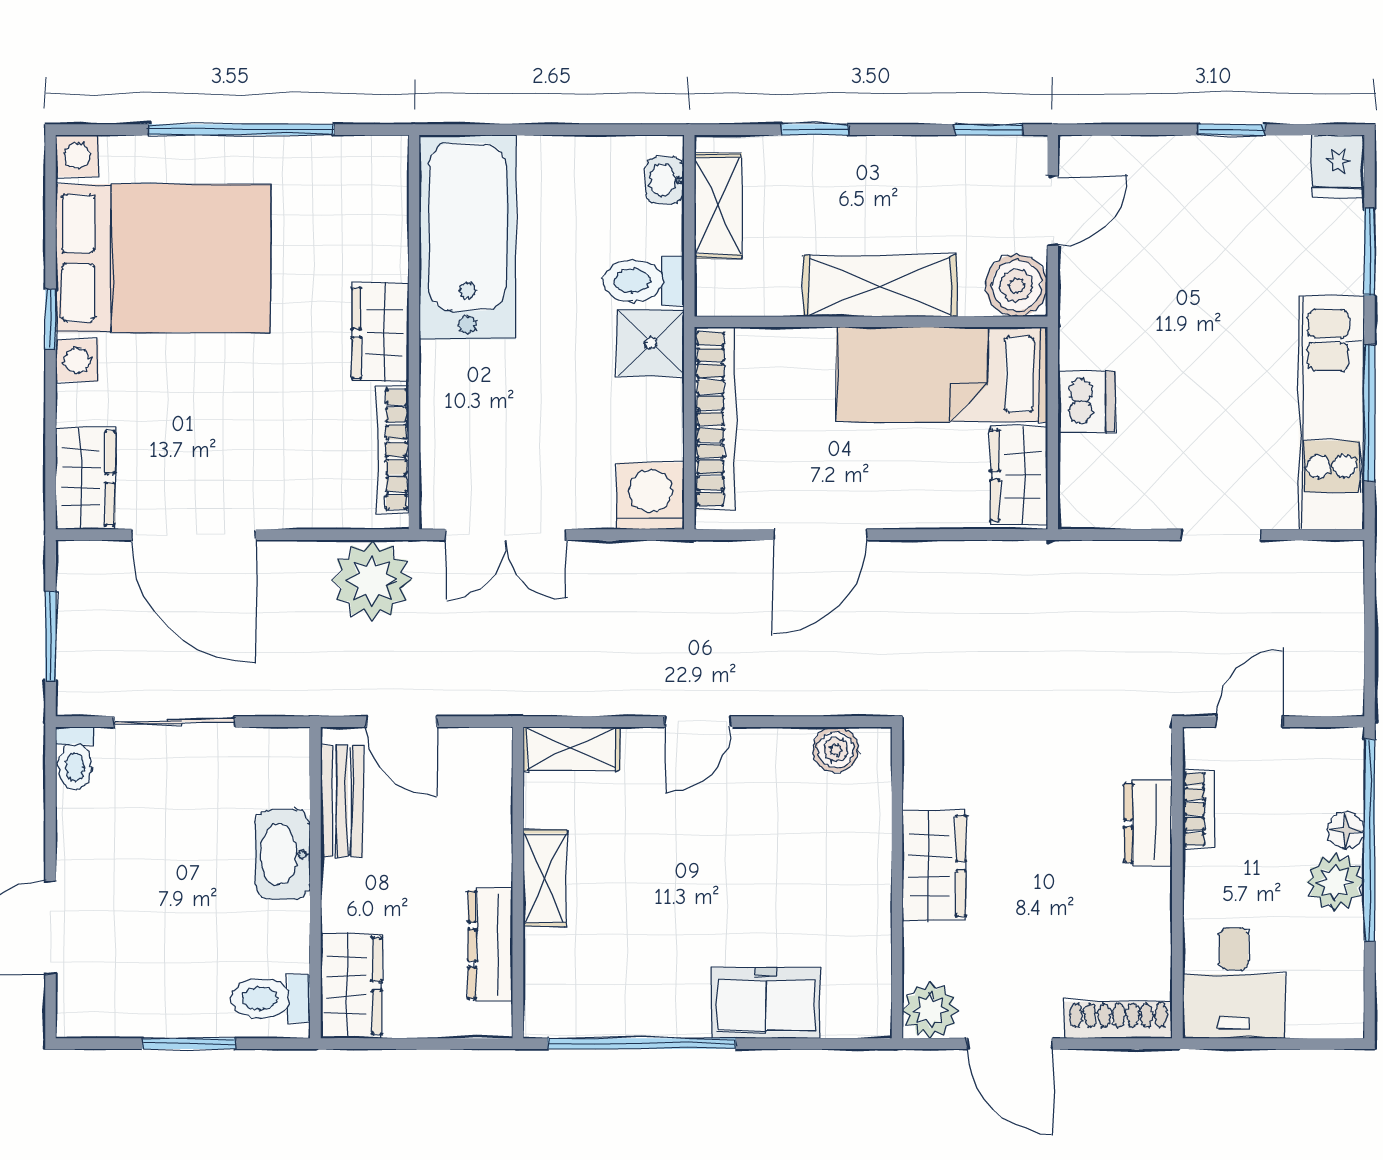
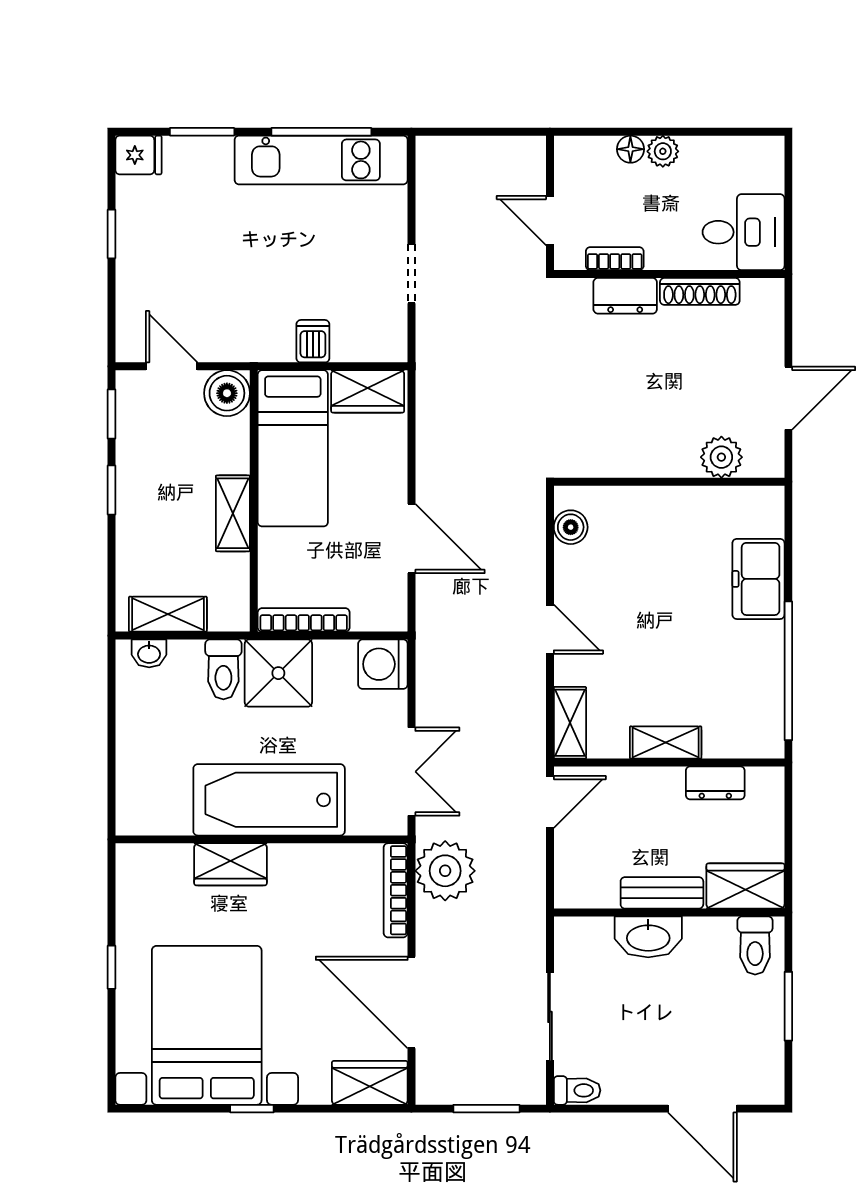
window: (241, 130) -> (111, 967), width x0.32
window: (815, 130) -> (111, 490), moved
bathtub: (467, 237) -> (269, 800), moved
shelving: (880, 286) -> (233, 513), width x0.67, depth x0.75
wardrobe: (380, 333) -> (230, 864), moved
shower: (651, 343) -> (278, 673), width x1.36, depth x1.36
dishwasher: (1087, 402) -> (313, 341), width x0.73
bookcase: (715, 419) -> (304, 620), width x0.68, depth x0.76
bookcase: (393, 450) -> (396, 890), moved, turned 90
door: (194, 535) -> (411, 1002), swing flipped
doorway: (1221, 535) -> (411, 274), moved
door: (402, 722) -> (550, 802), moved
bench: (342, 801) -> (662, 893), moved
window: (1370, 840) -> (638, 132), removed
wardrobe: (934, 866) -> (657, 454), removed
plant: (1335, 882) -> (663, 151), width x0.73, depth x0.73
dresser: (490, 945) -> (715, 783), width x0.70
plant: (930, 1010) -> (721, 457), moved
shoe rack: (1118, 1020) -> (700, 291), moved, turned -90

